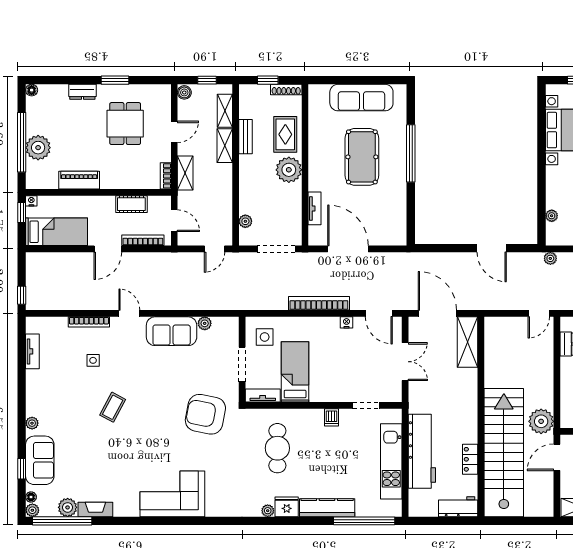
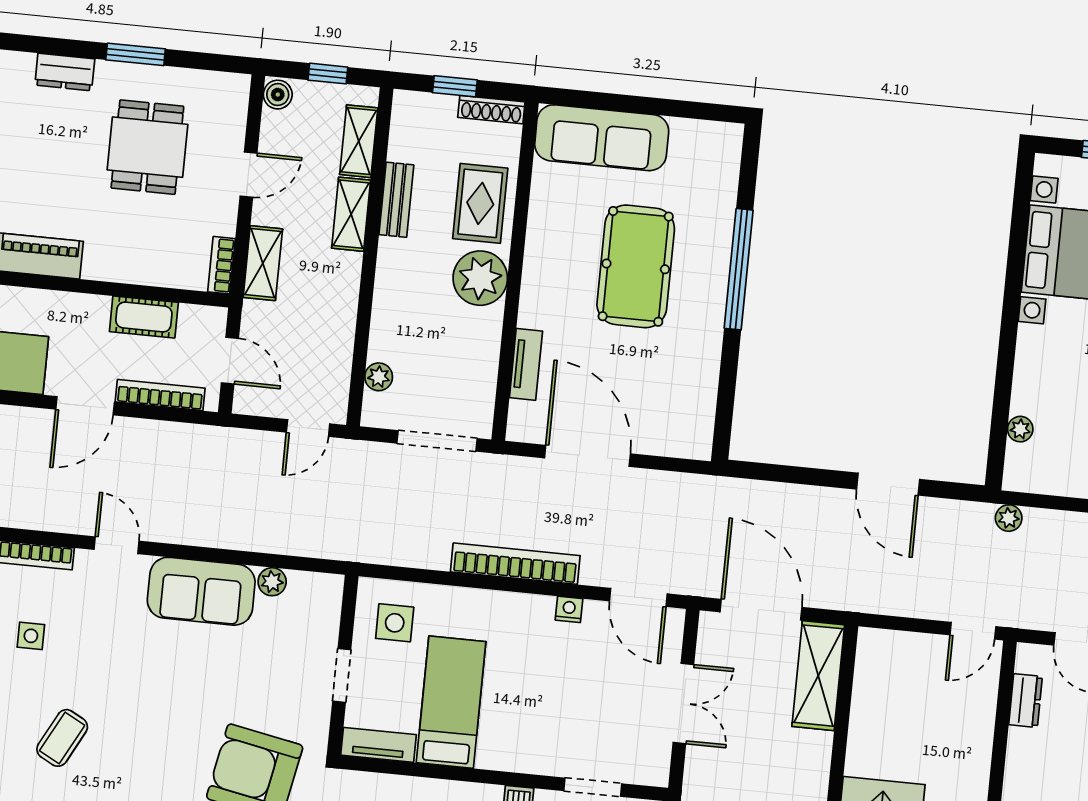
sofa: (361, 98) -> (602, 138), moved
doorway: (242, 364) -> (342, 675), width x0.73

